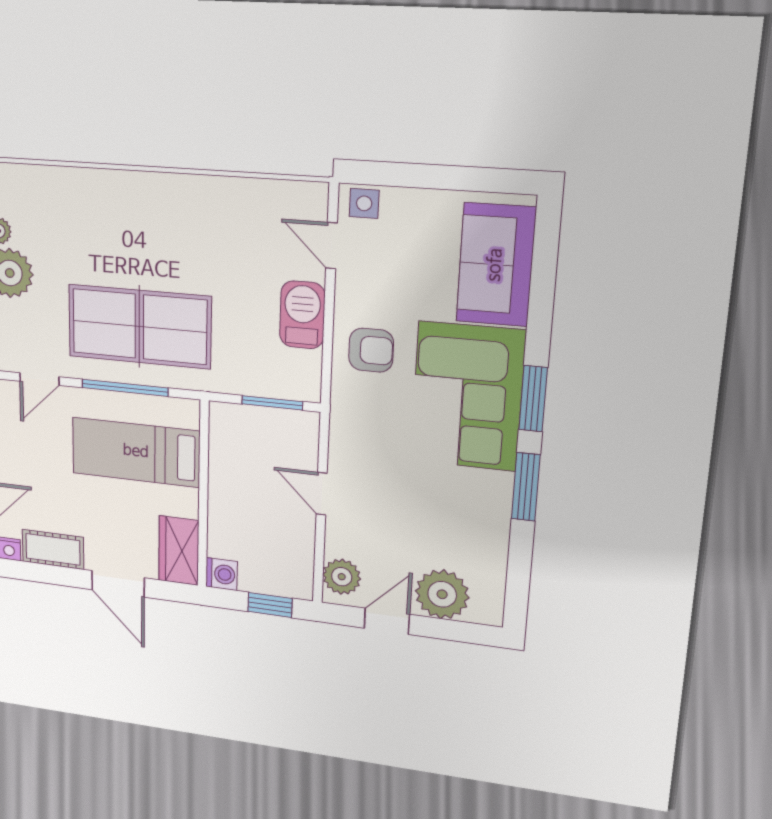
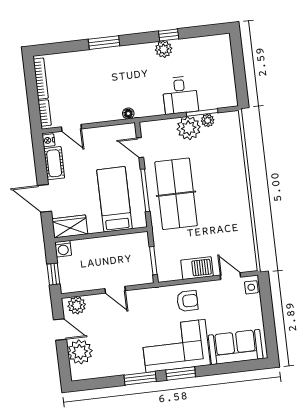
door: (331, 246) -> (230, 276), hinge flipped
armchair: (371, 350) -> (187, 301), turned -90
door: (322, 494) -> (115, 290), swing flipped
door: (118, 584) -> (45, 198), hinge flipped

